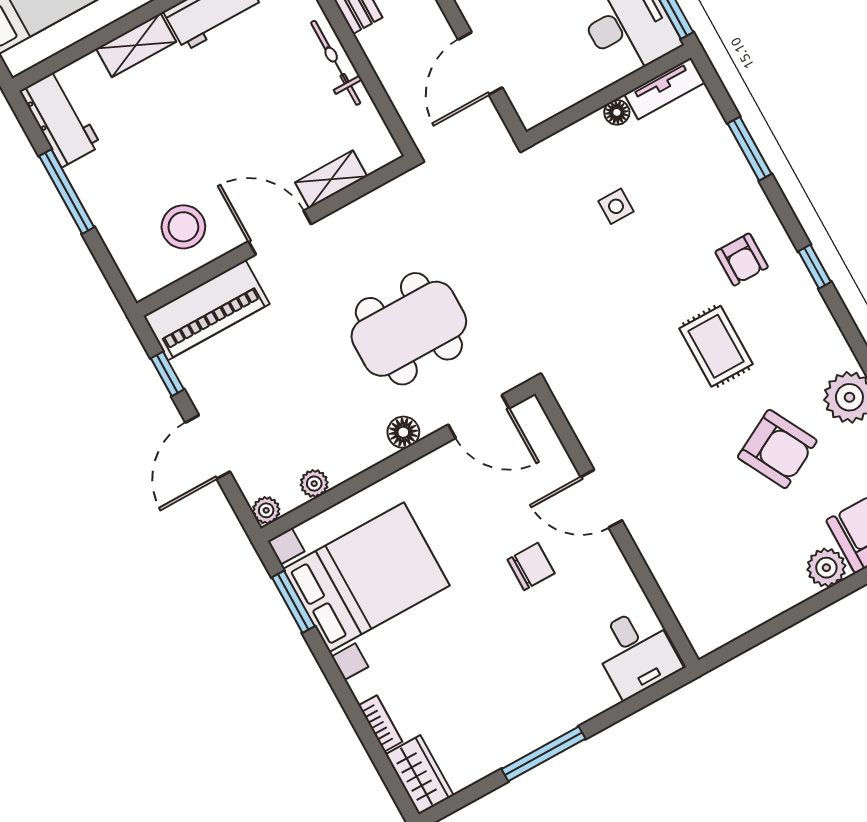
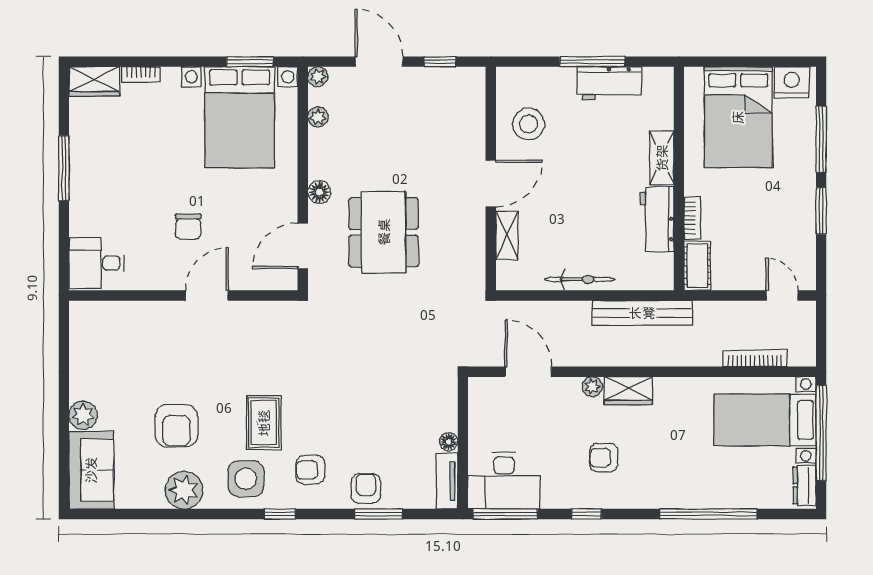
workbench: (60, 118) -> (609, 83), moved
armchair: (727, 181) -> (366, 488), added
side table: (616, 206) -> (246, 479), moved, width x1.87, depth x1.87
piano: (207, 310) -> (467, 109), removed
rug: (716, 346) -> (264, 423), turned 90
armchair: (777, 449) -> (176, 426), turned -62

